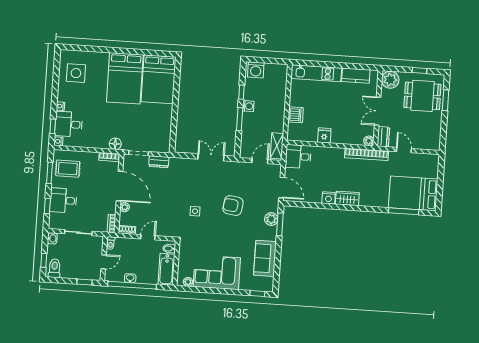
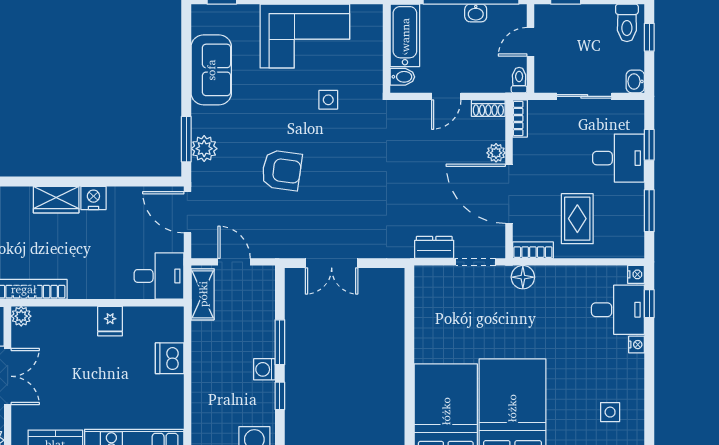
side table: (76, 73) -> (610, 412), width x0.54, depth x0.54
door: (260, 161) -> (234, 262), swing flipped
rug: (68, 169) -> (577, 219), moved, turned 90
side table: (195, 211) -> (328, 100), moved
plant: (188, 282) -> (361, 13), removed

